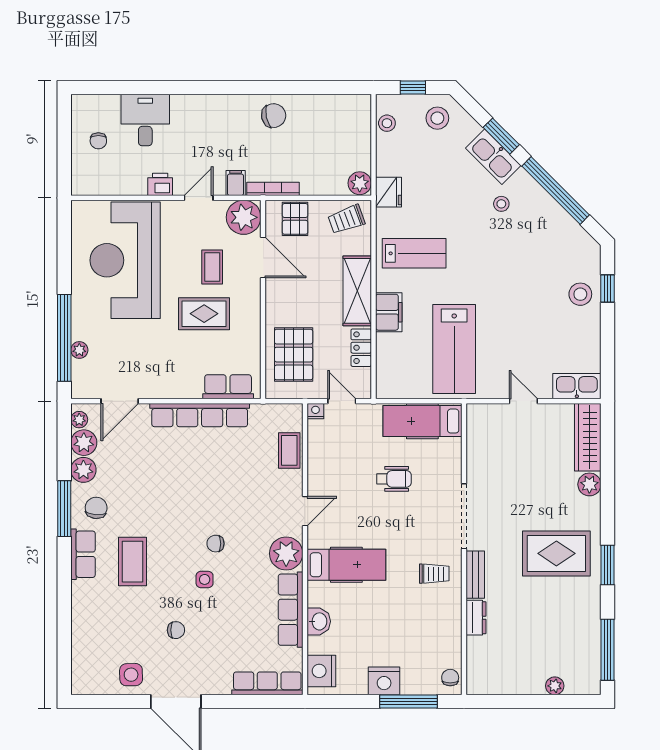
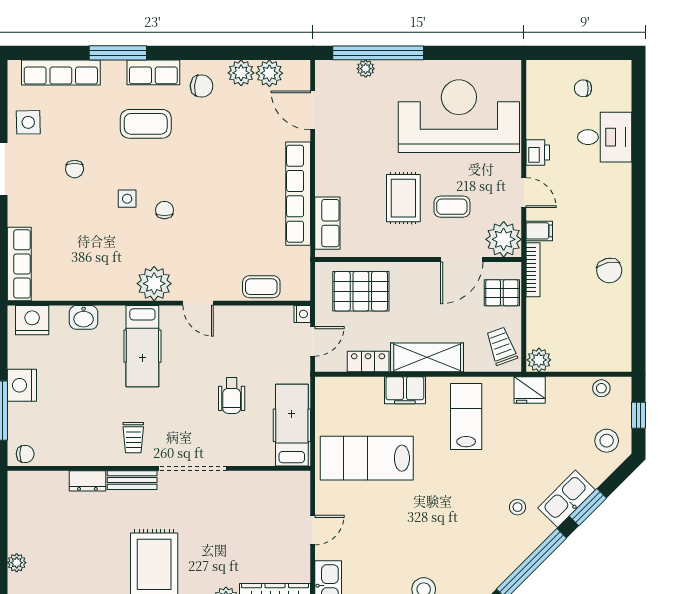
lab bench: (414, 253) -> (466, 417), turned 180
plant: (79, 420) -> (293, 68), removed
window: (64, 509) -> (118, 53), moved
row of seats: (291, 610) -> (61, 72), moved, turned 180

